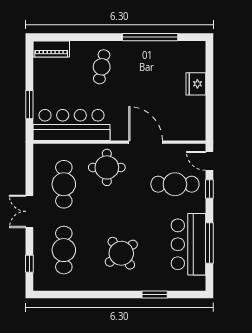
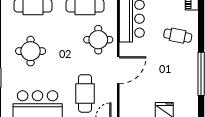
round table: (121, 253) -> (31, 51), turned 37

